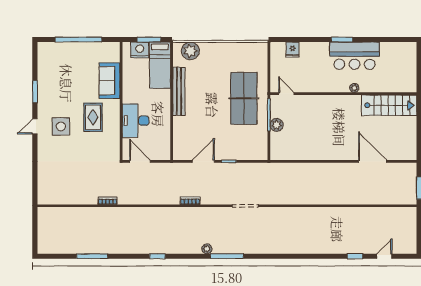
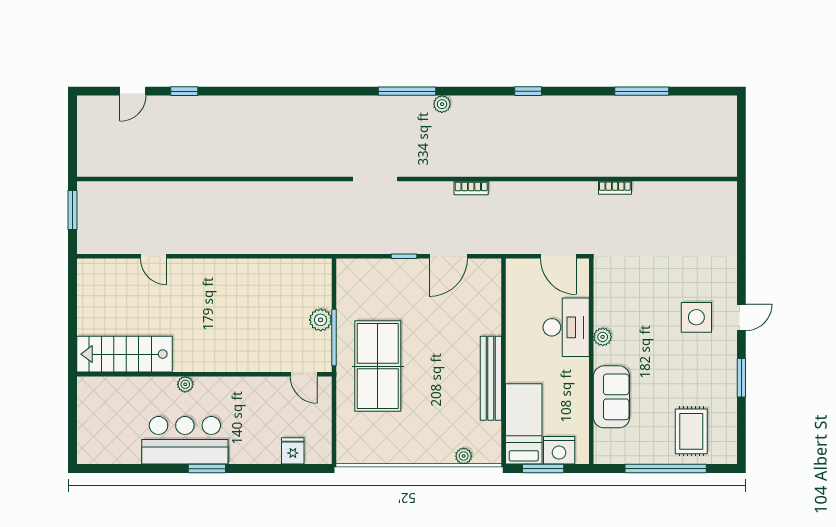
plant: (190, 51) -> (464, 456), width x0.53, depth x0.53
plant: (115, 115) -> (603, 337), added
rug: (93, 117) -> (691, 431), moved
door: (373, 161) -> (153, 256), width x0.53

